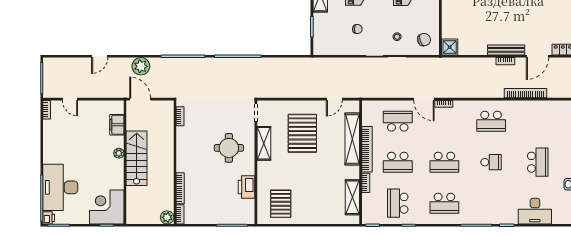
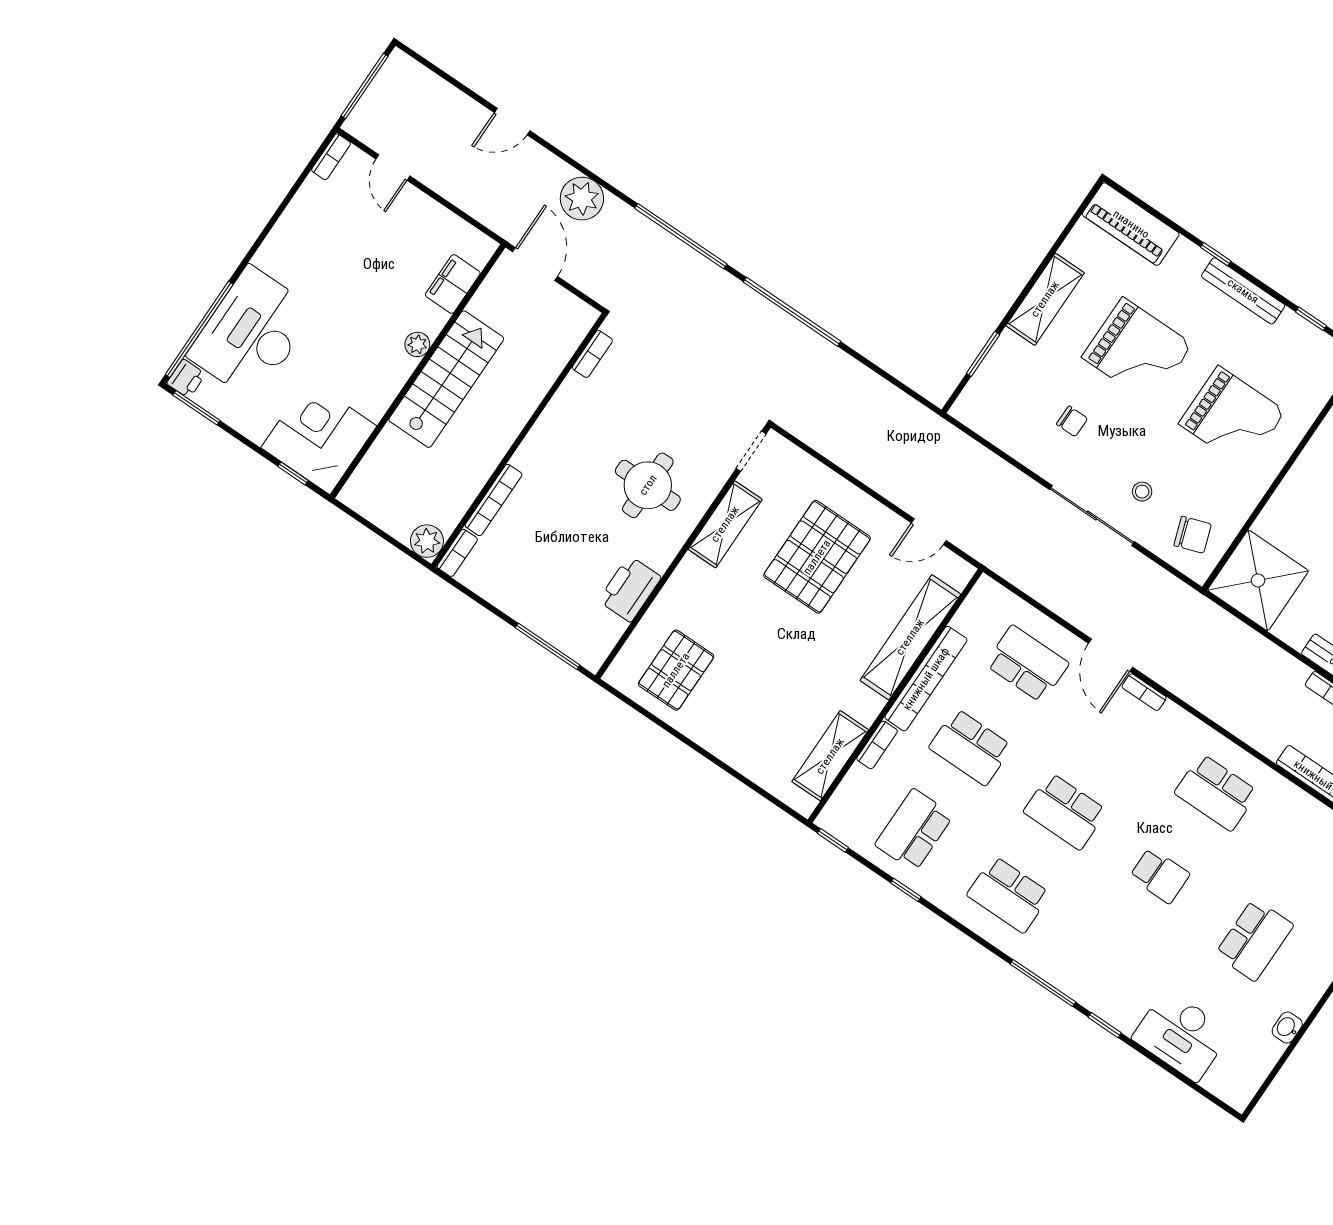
shower: (450, 47) -> (1258, 580), width x1.86, depth x1.86

